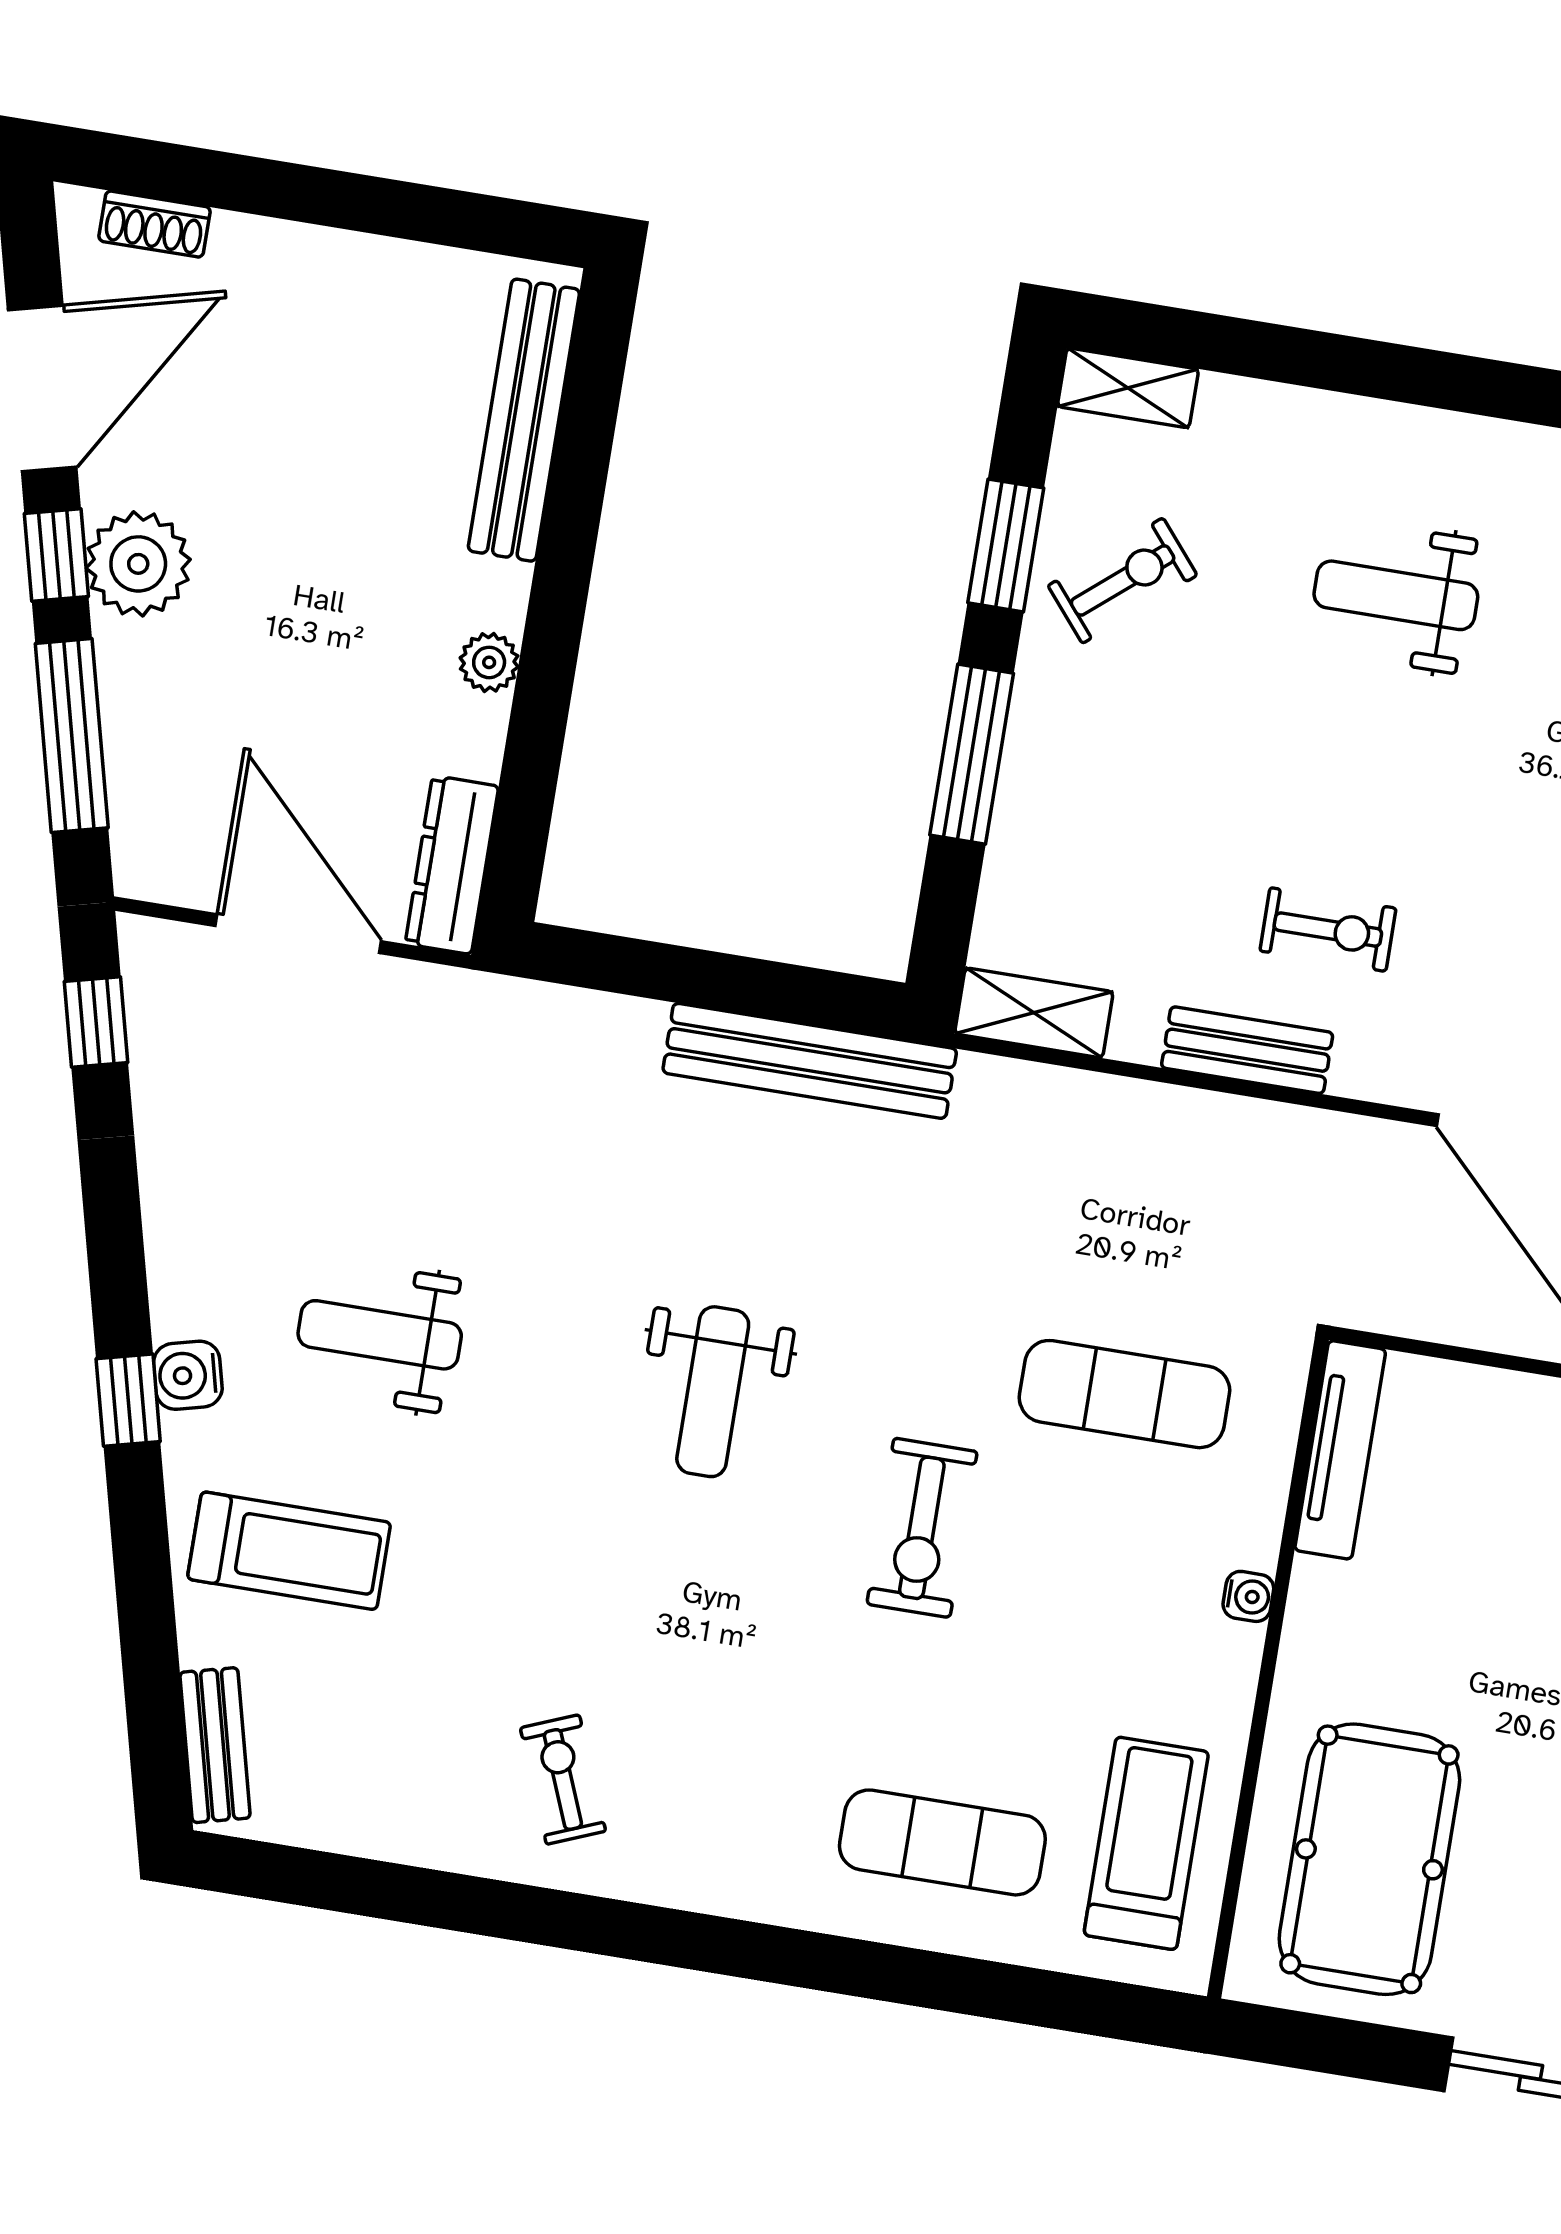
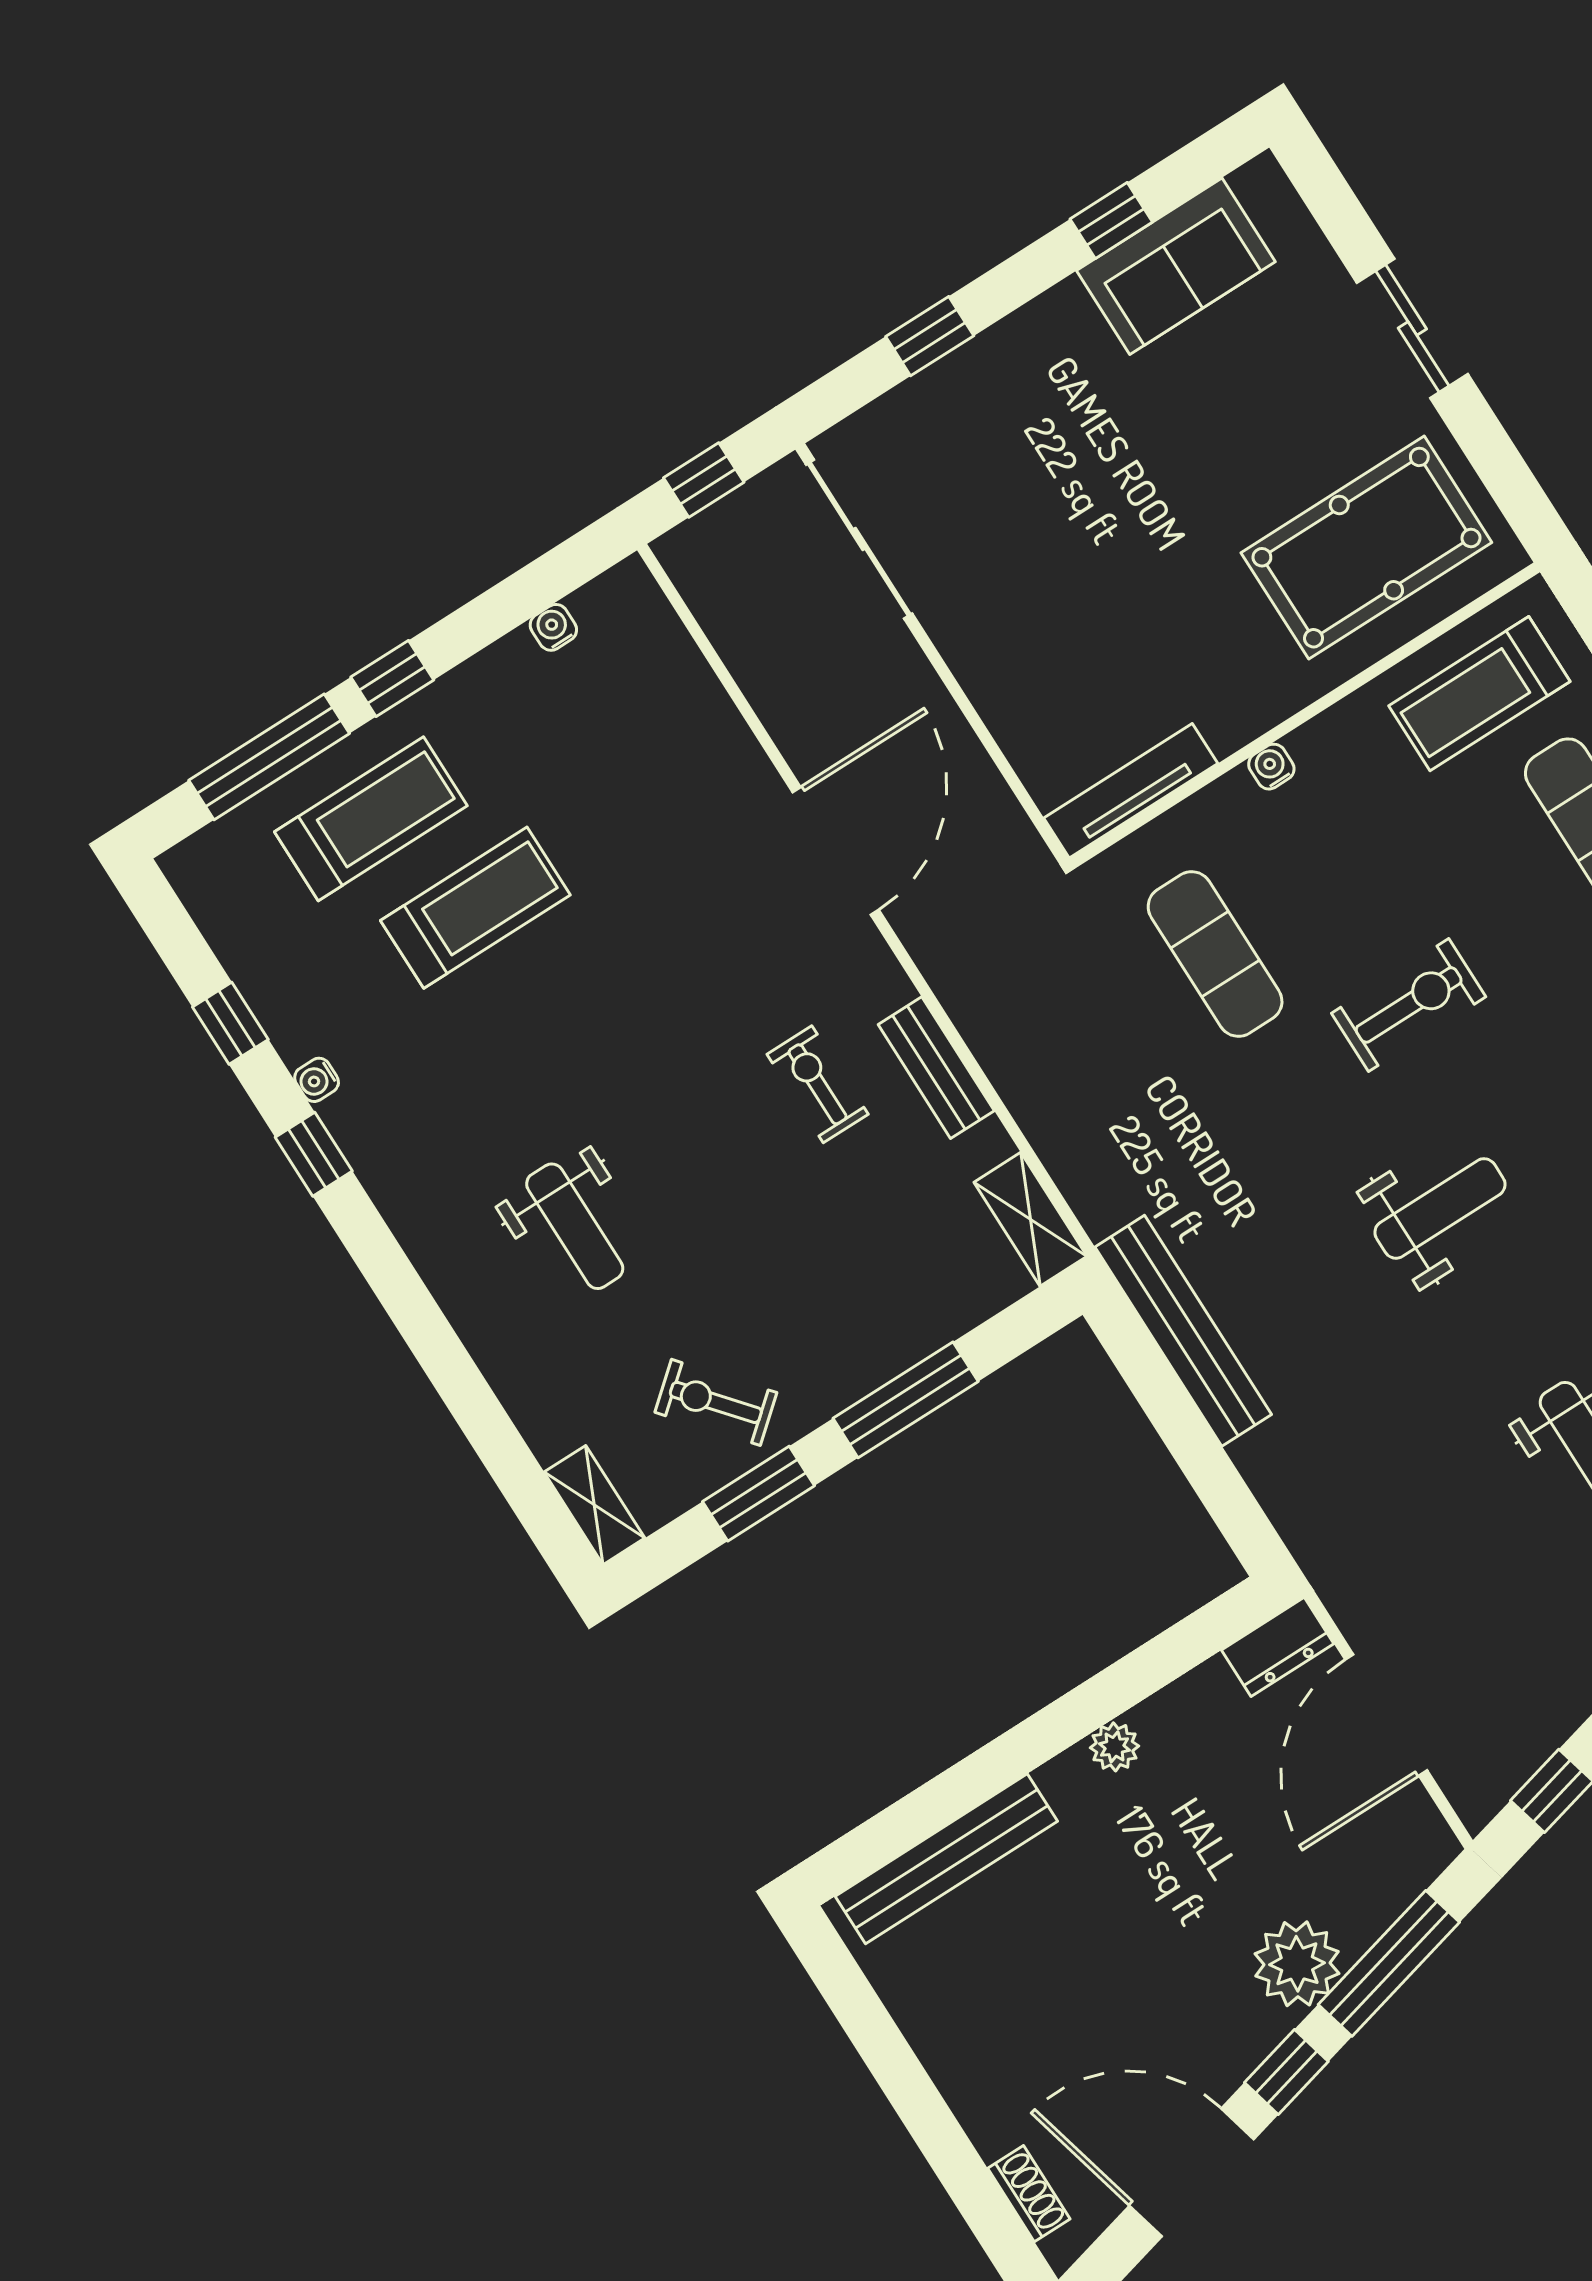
plant: (138, 564) -> (1297, 1964), moved
dresser: (452, 865) -> (1278, 1647), width x0.70

